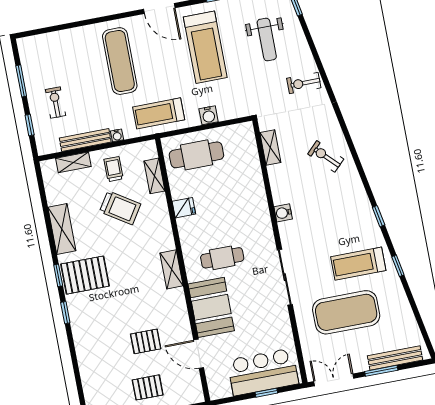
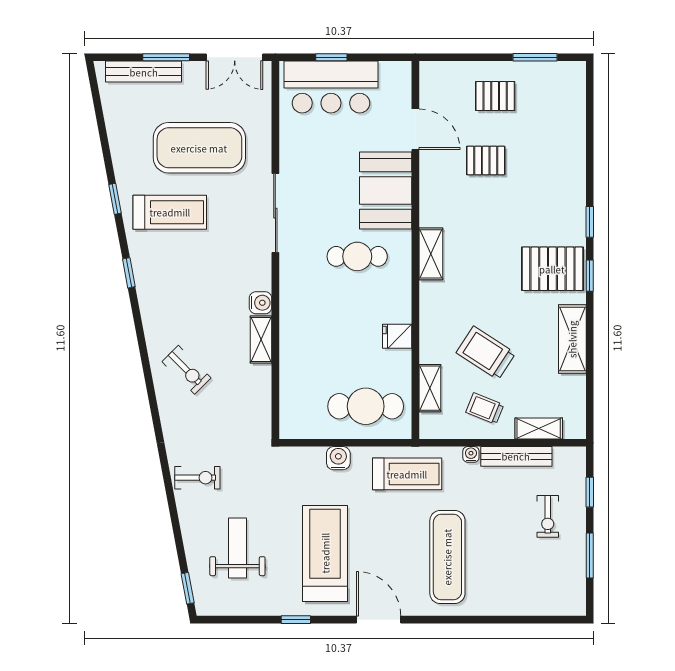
shelving: (270, 147) -> (261, 340), moved
trolley: (113, 169) -> (485, 409), turned 112

